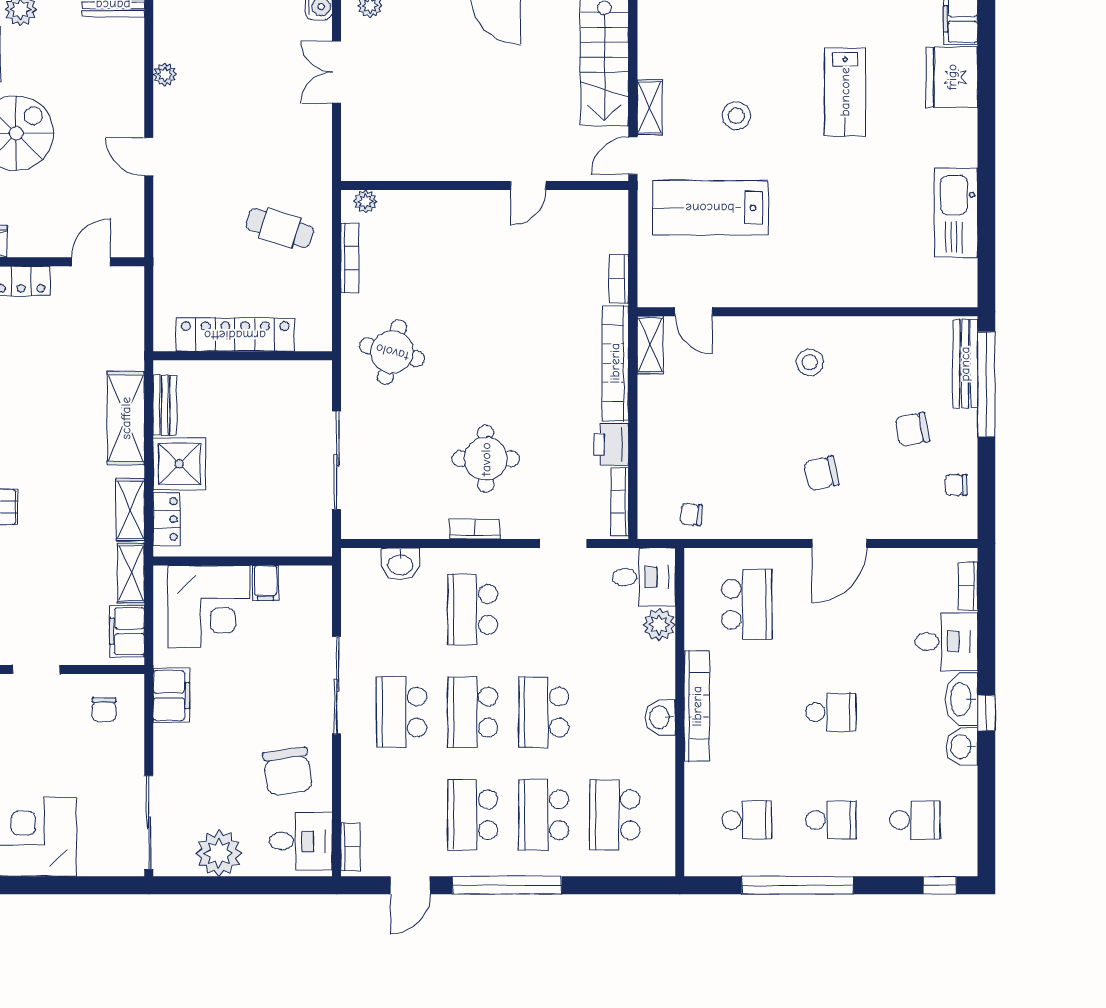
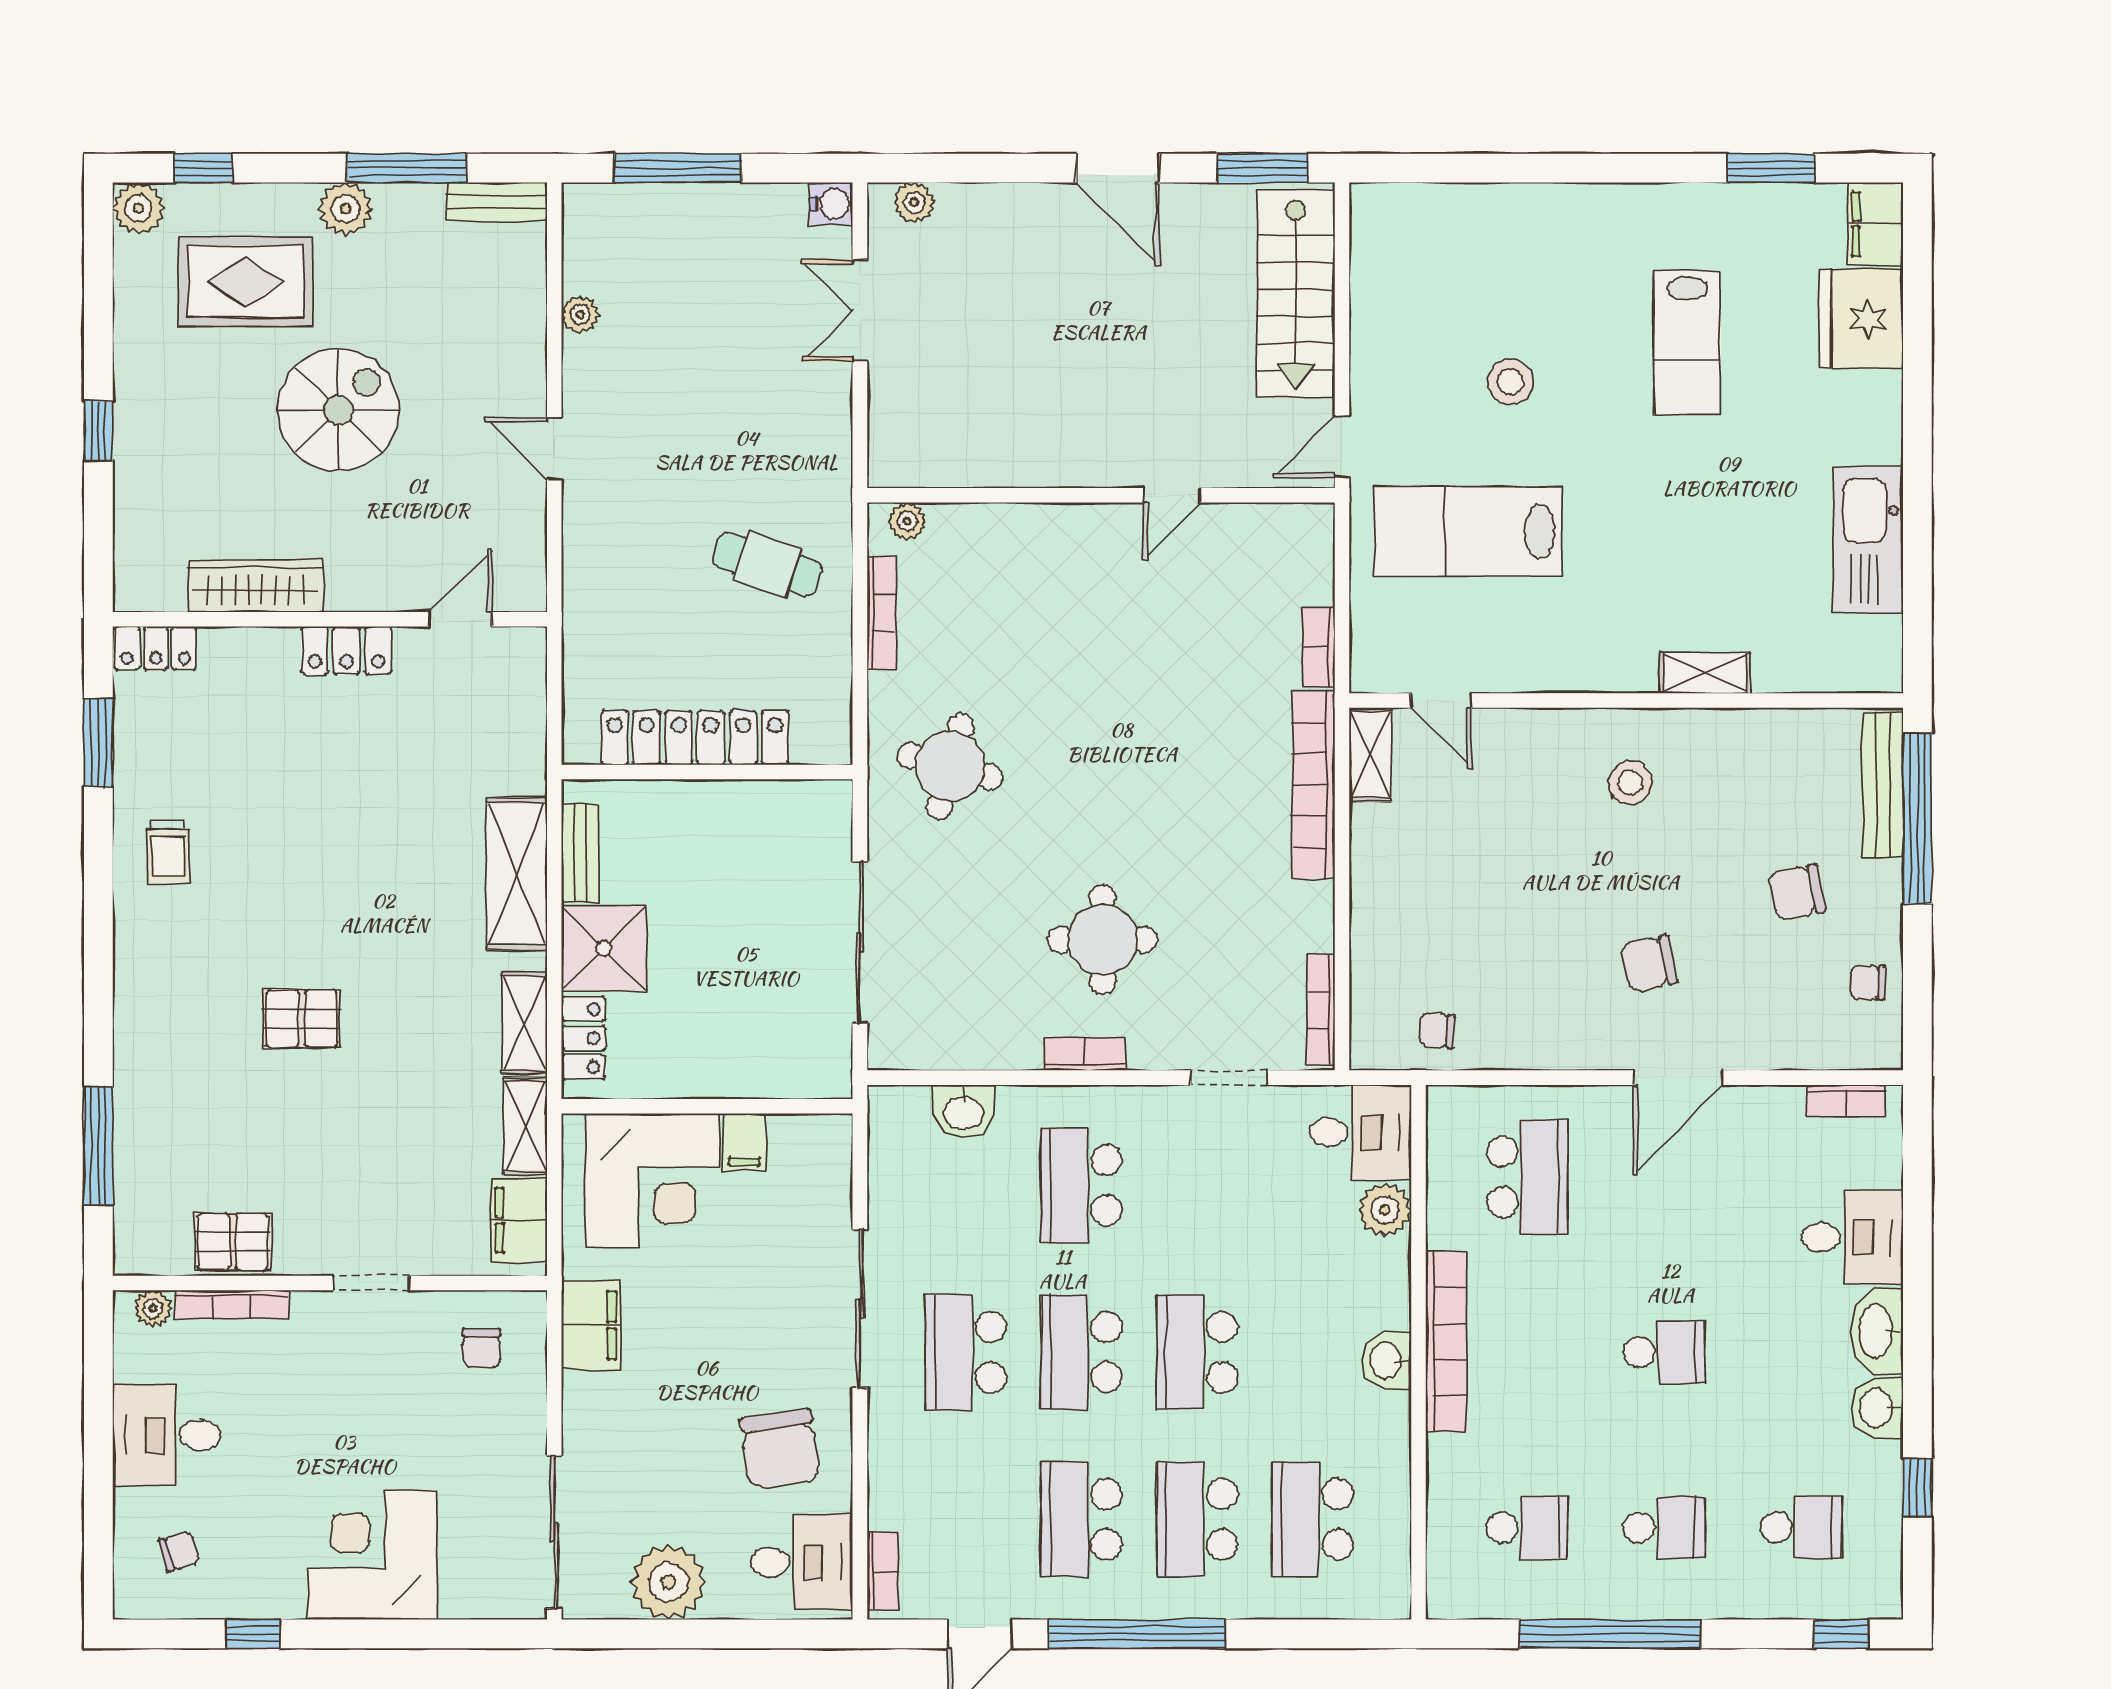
shelving: (650, 107) -> (1705, 673), moved, turned 90
printer: (611, 444) -> (1307, 916), removed
bookcase: (968, 586) -> (1846, 1101), moved, turned -90
window: (986, 713) -> (1917, 1487), moved

